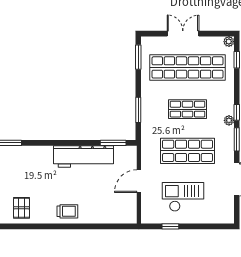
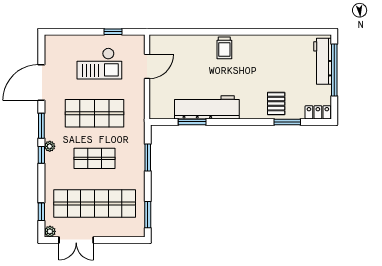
double door: (183, 34) -> (76, 240), moved
window: (113, 143) -> (192, 122), moved
door: (139, 181) -> (147, 66), moved
pallet: (21, 208) -> (276, 104), moved
trolley: (67, 211) -> (224, 48), turned -90

